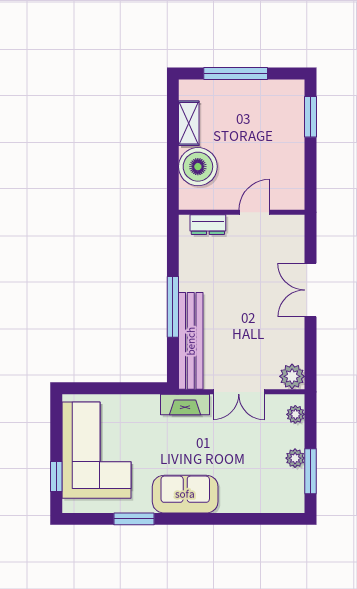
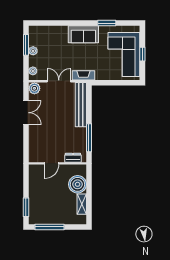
window: (236, 73) -> (50, 227), moved
double door: (310, 290) -> (26, 113), moved
window: (173, 307) -> (89, 138), moved
window: (56, 477) -> (142, 54), moved

